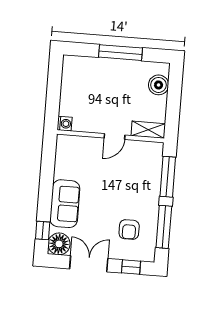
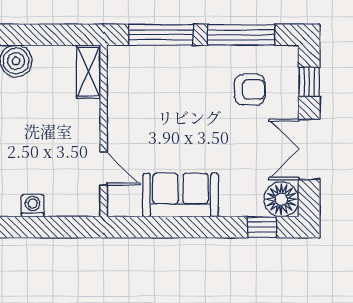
washing machine: (64, 124) -> (33, 206), moved
door: (115, 137) -> (104, 168), moved
sofa: (65, 204) -> (181, 195), moved

